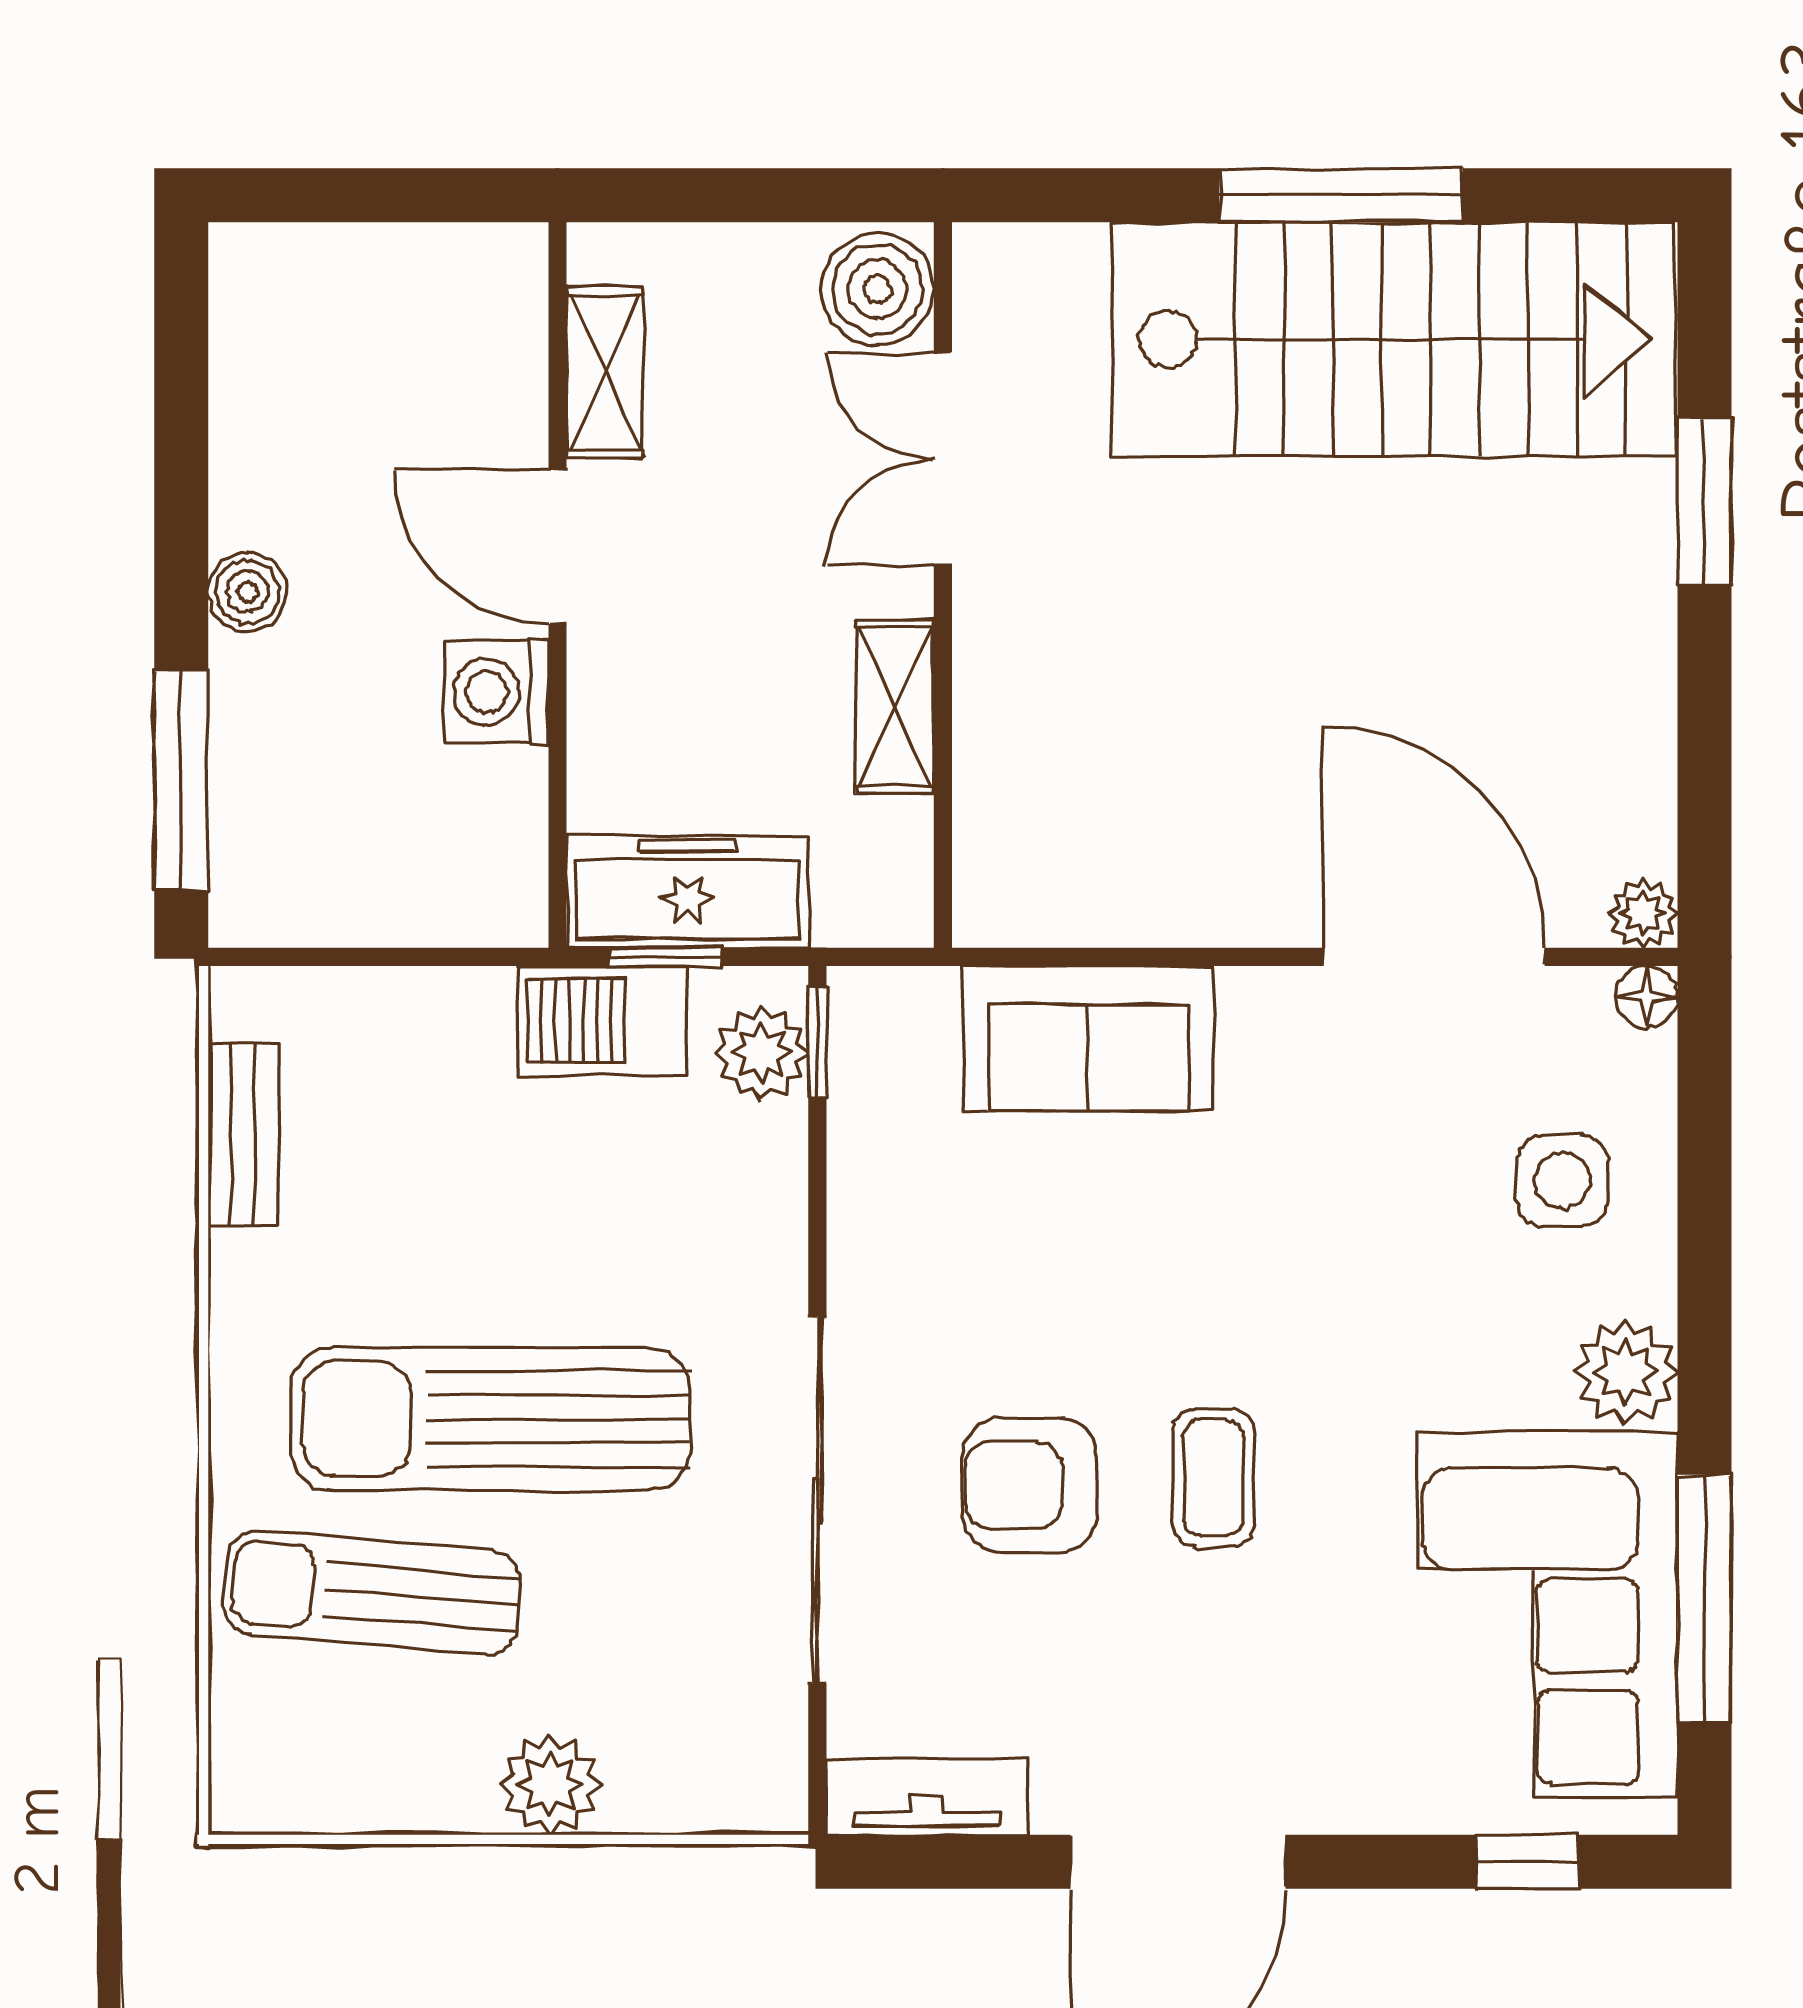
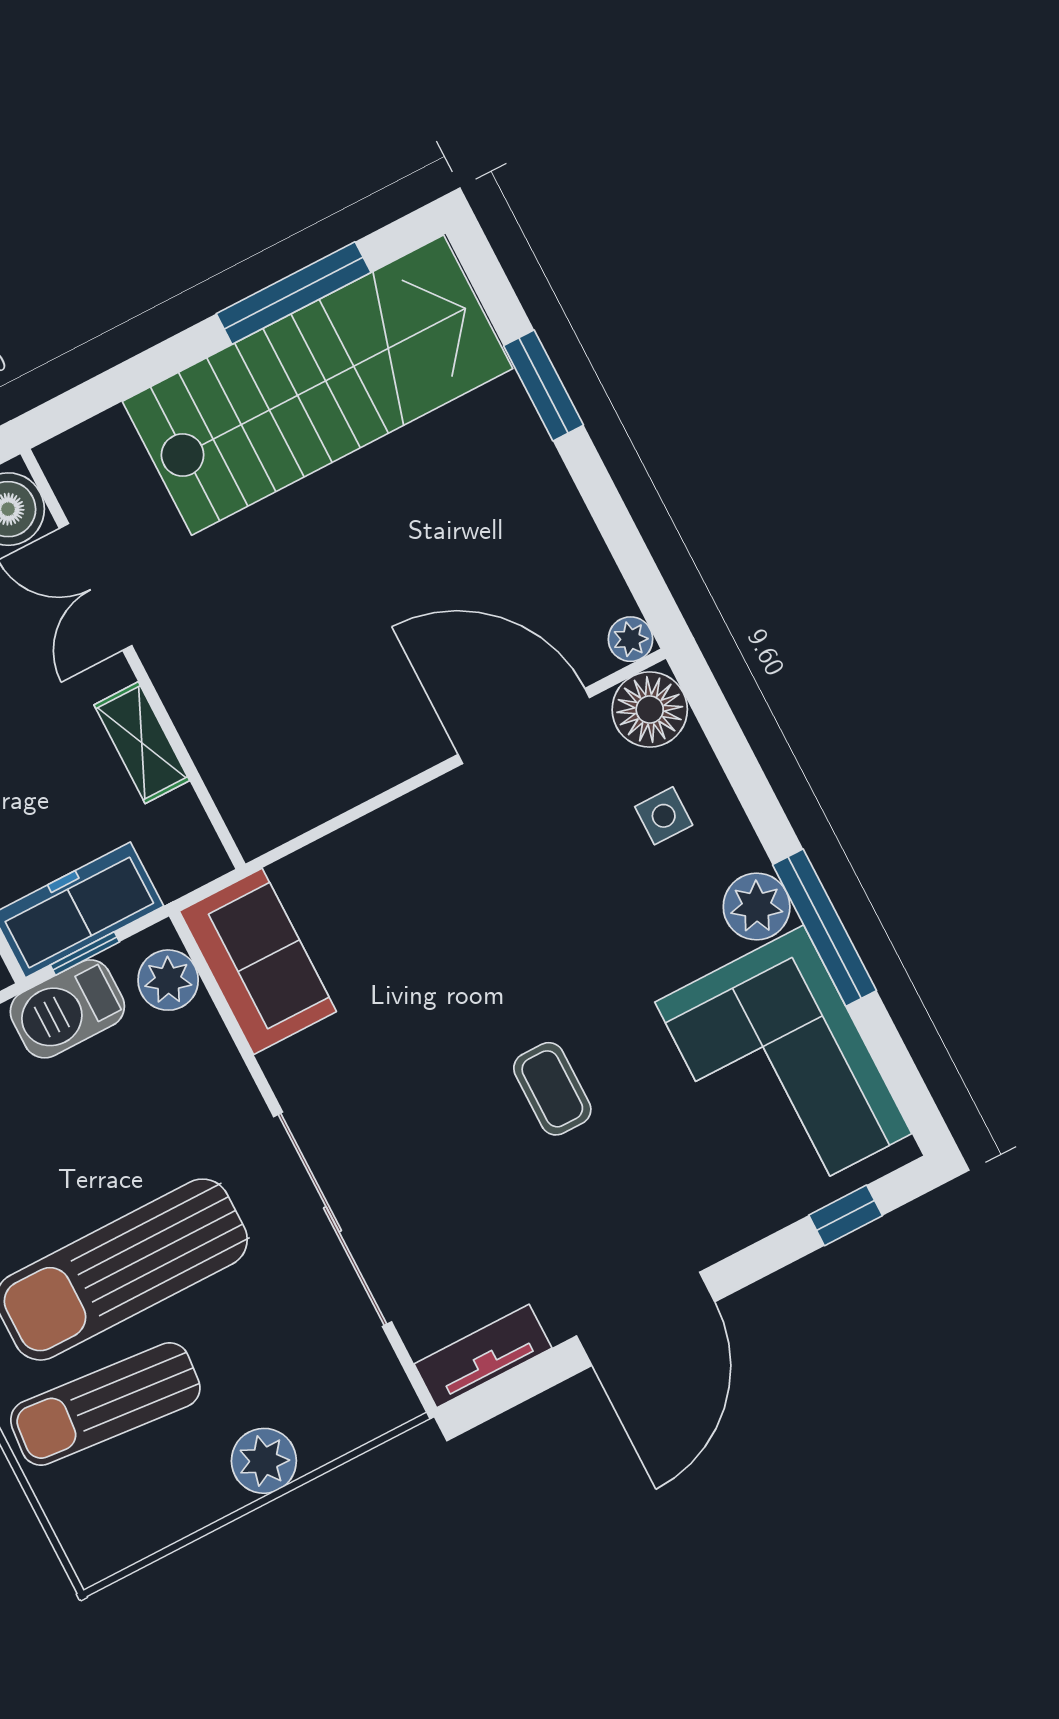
window: (1341, 195) -> (294, 293), moved
floor lamp: (1647, 997) -> (650, 710), width x1.89, depth x1.89
sofa: (1088, 1038) -> (258, 961), moved, turned -90
window: (817, 1043) -> (197, 958), removed
side table: (1562, 1181) -> (664, 816), width x0.73, depth x0.73
armchair: (1030, 1485) -> (449, 1148), removed
window: (1704, 1599) -> (825, 928), moved

